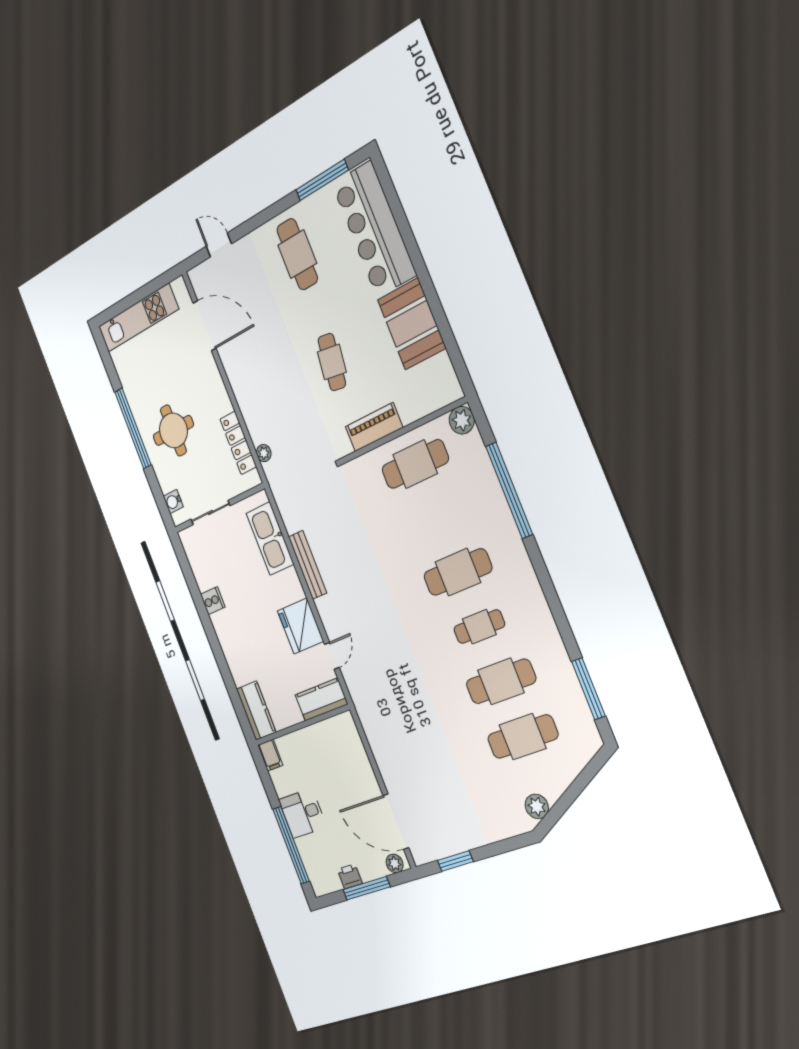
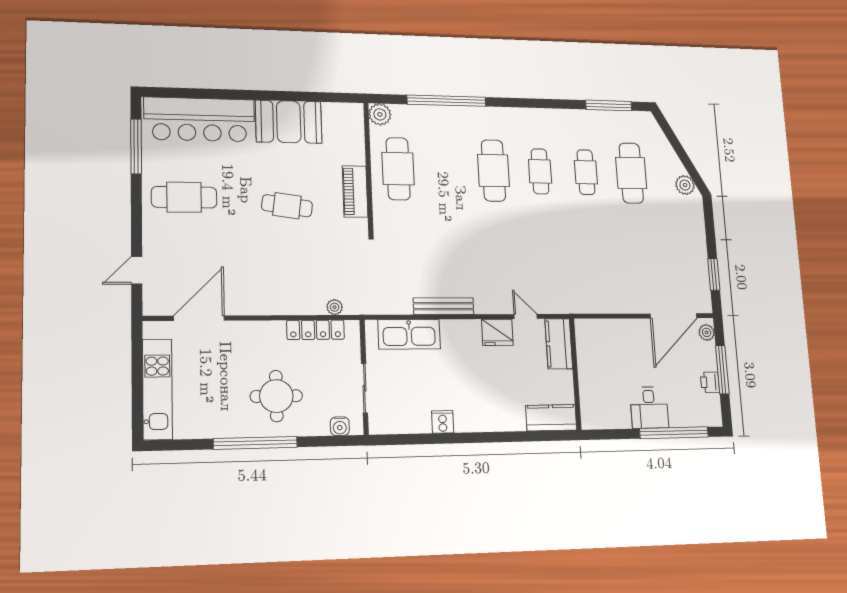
fridge: (301, 626) -> (497, 332), width x0.73, depth x0.75
cafe table: (501, 681) -> (586, 172), width x0.73, depth x0.74
filing cabinet: (270, 755) -> (593, 420), removed

